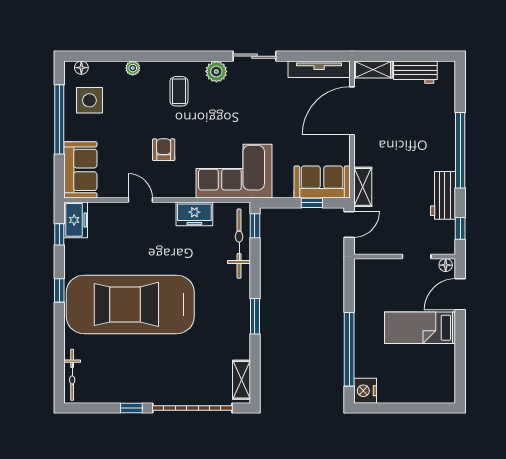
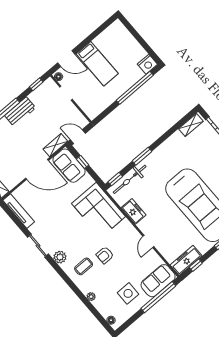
side table: (89, 100) -> (128, 293), moved
door: (352, 111) -> (37, 169), moved
window: (59, 119) -> (158, 297), moved
armchair: (164, 150) -> (105, 255), moved
workbench: (443, 195) -> (20, 112), moved
freezer: (76, 220) -> (186, 260), width x1.40
window: (255, 316) -> (142, 156), moved

